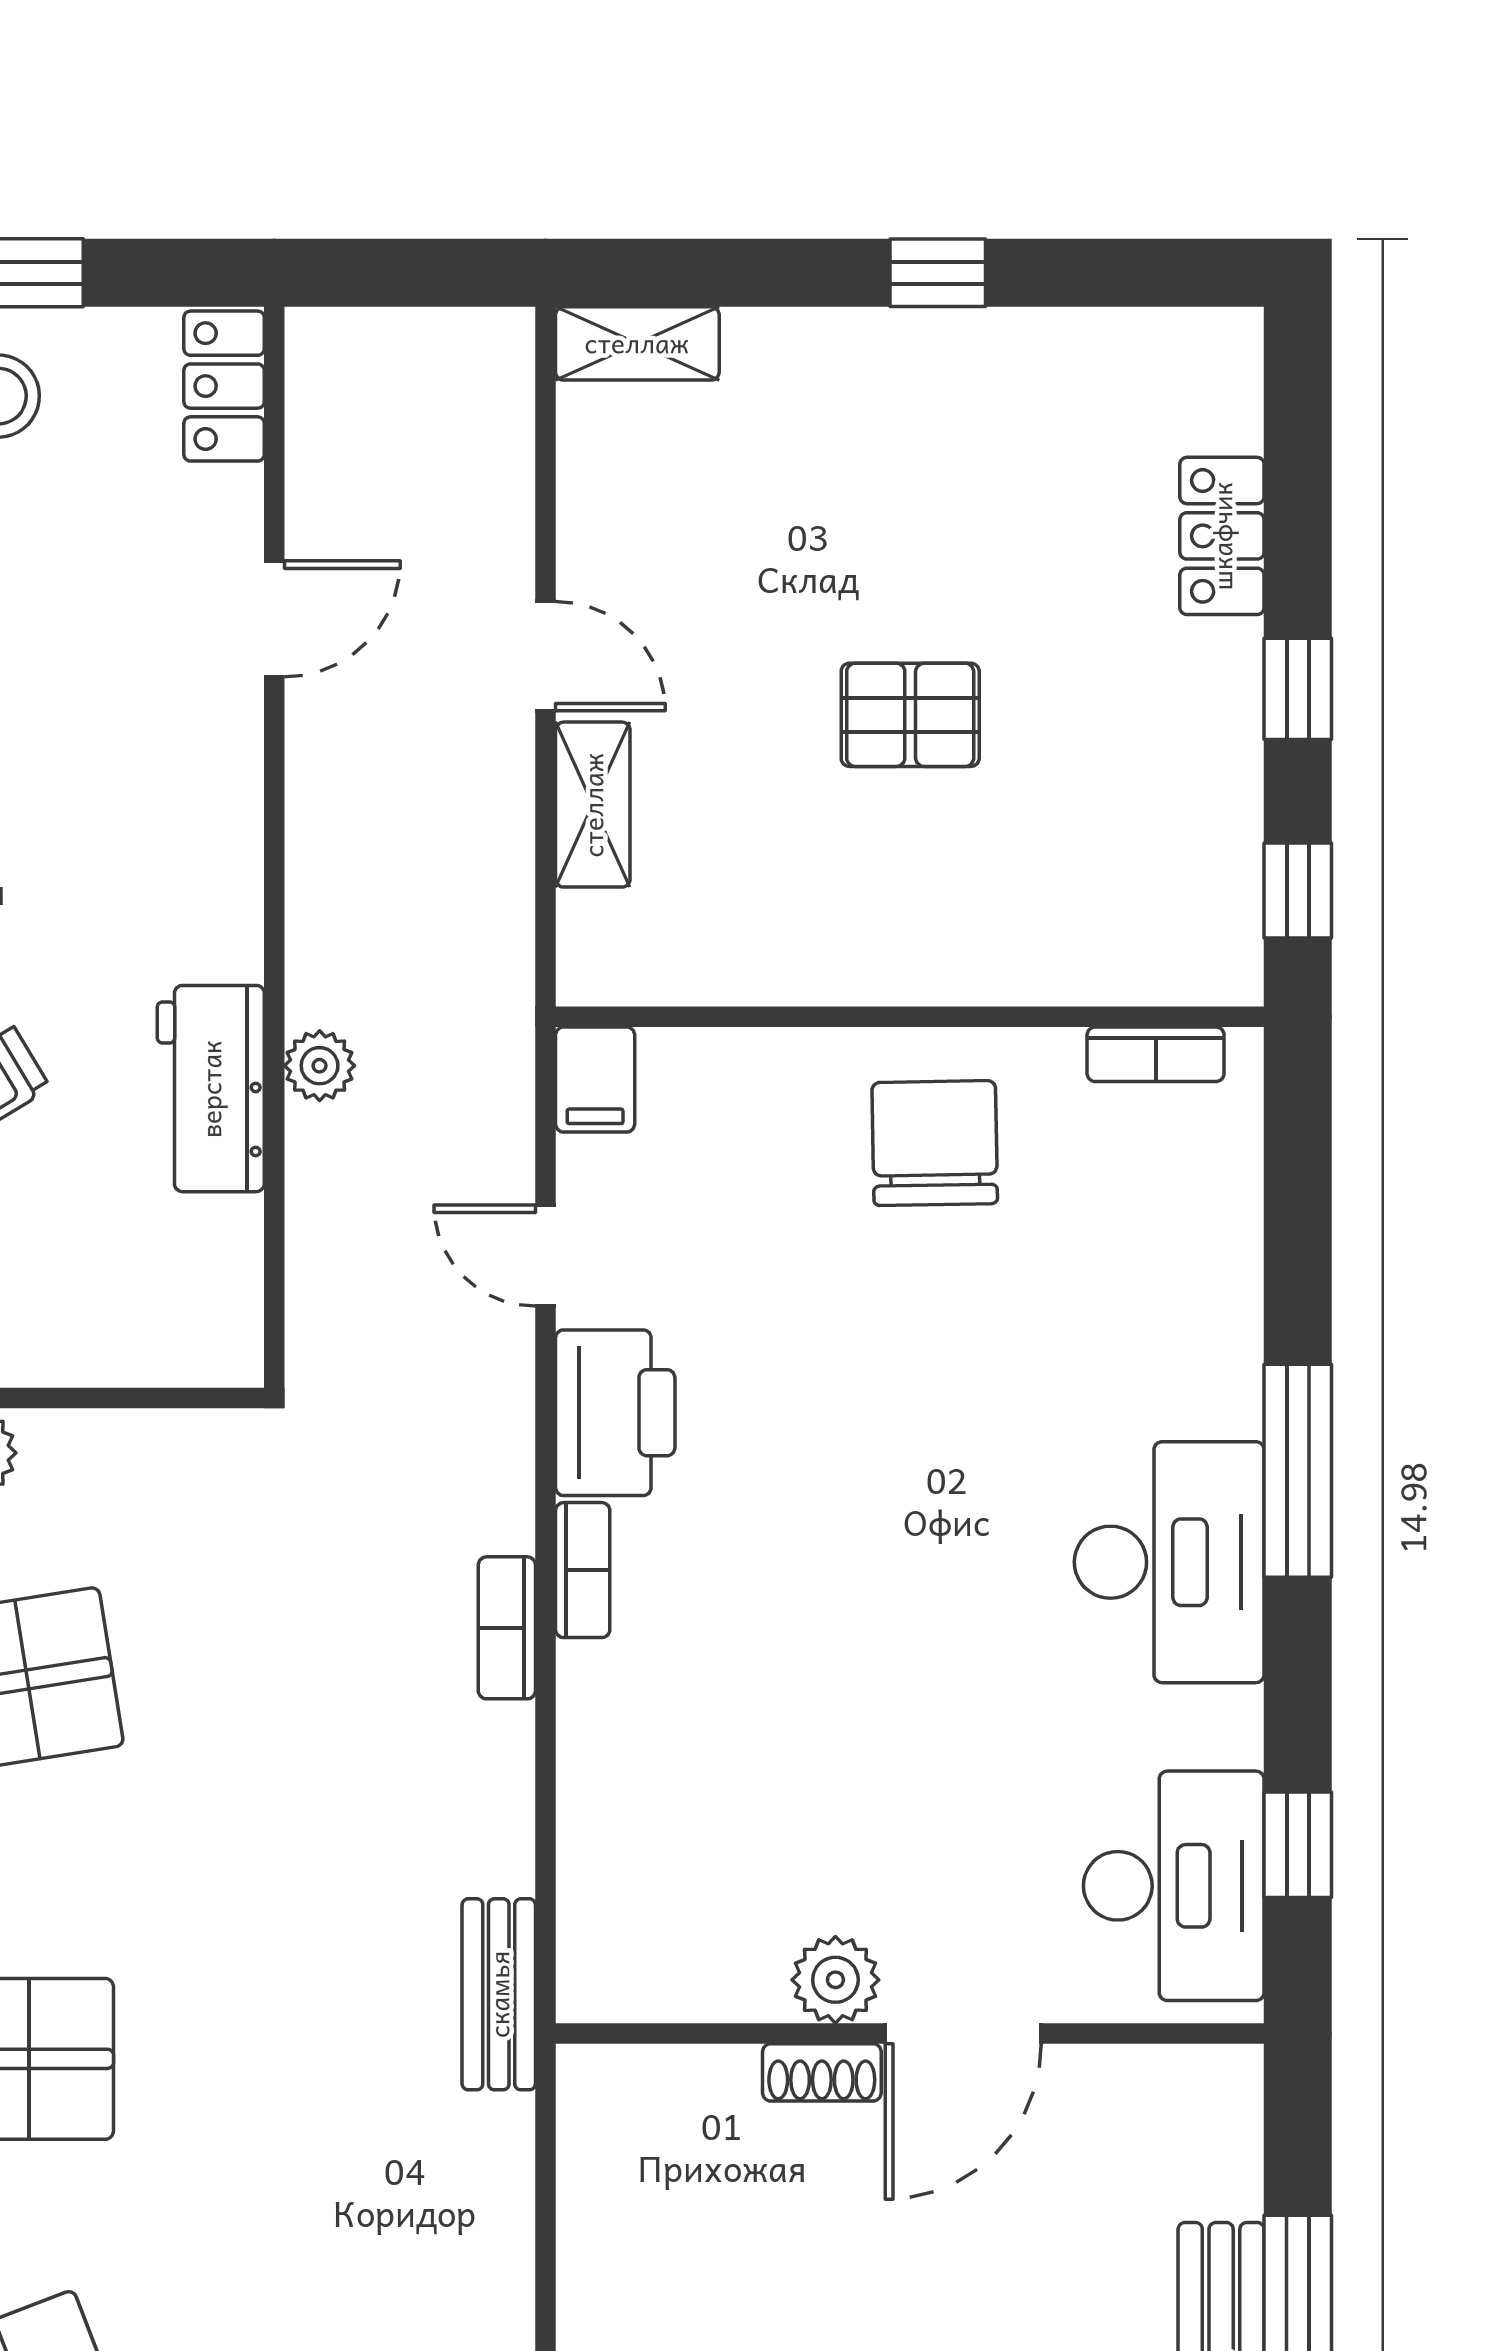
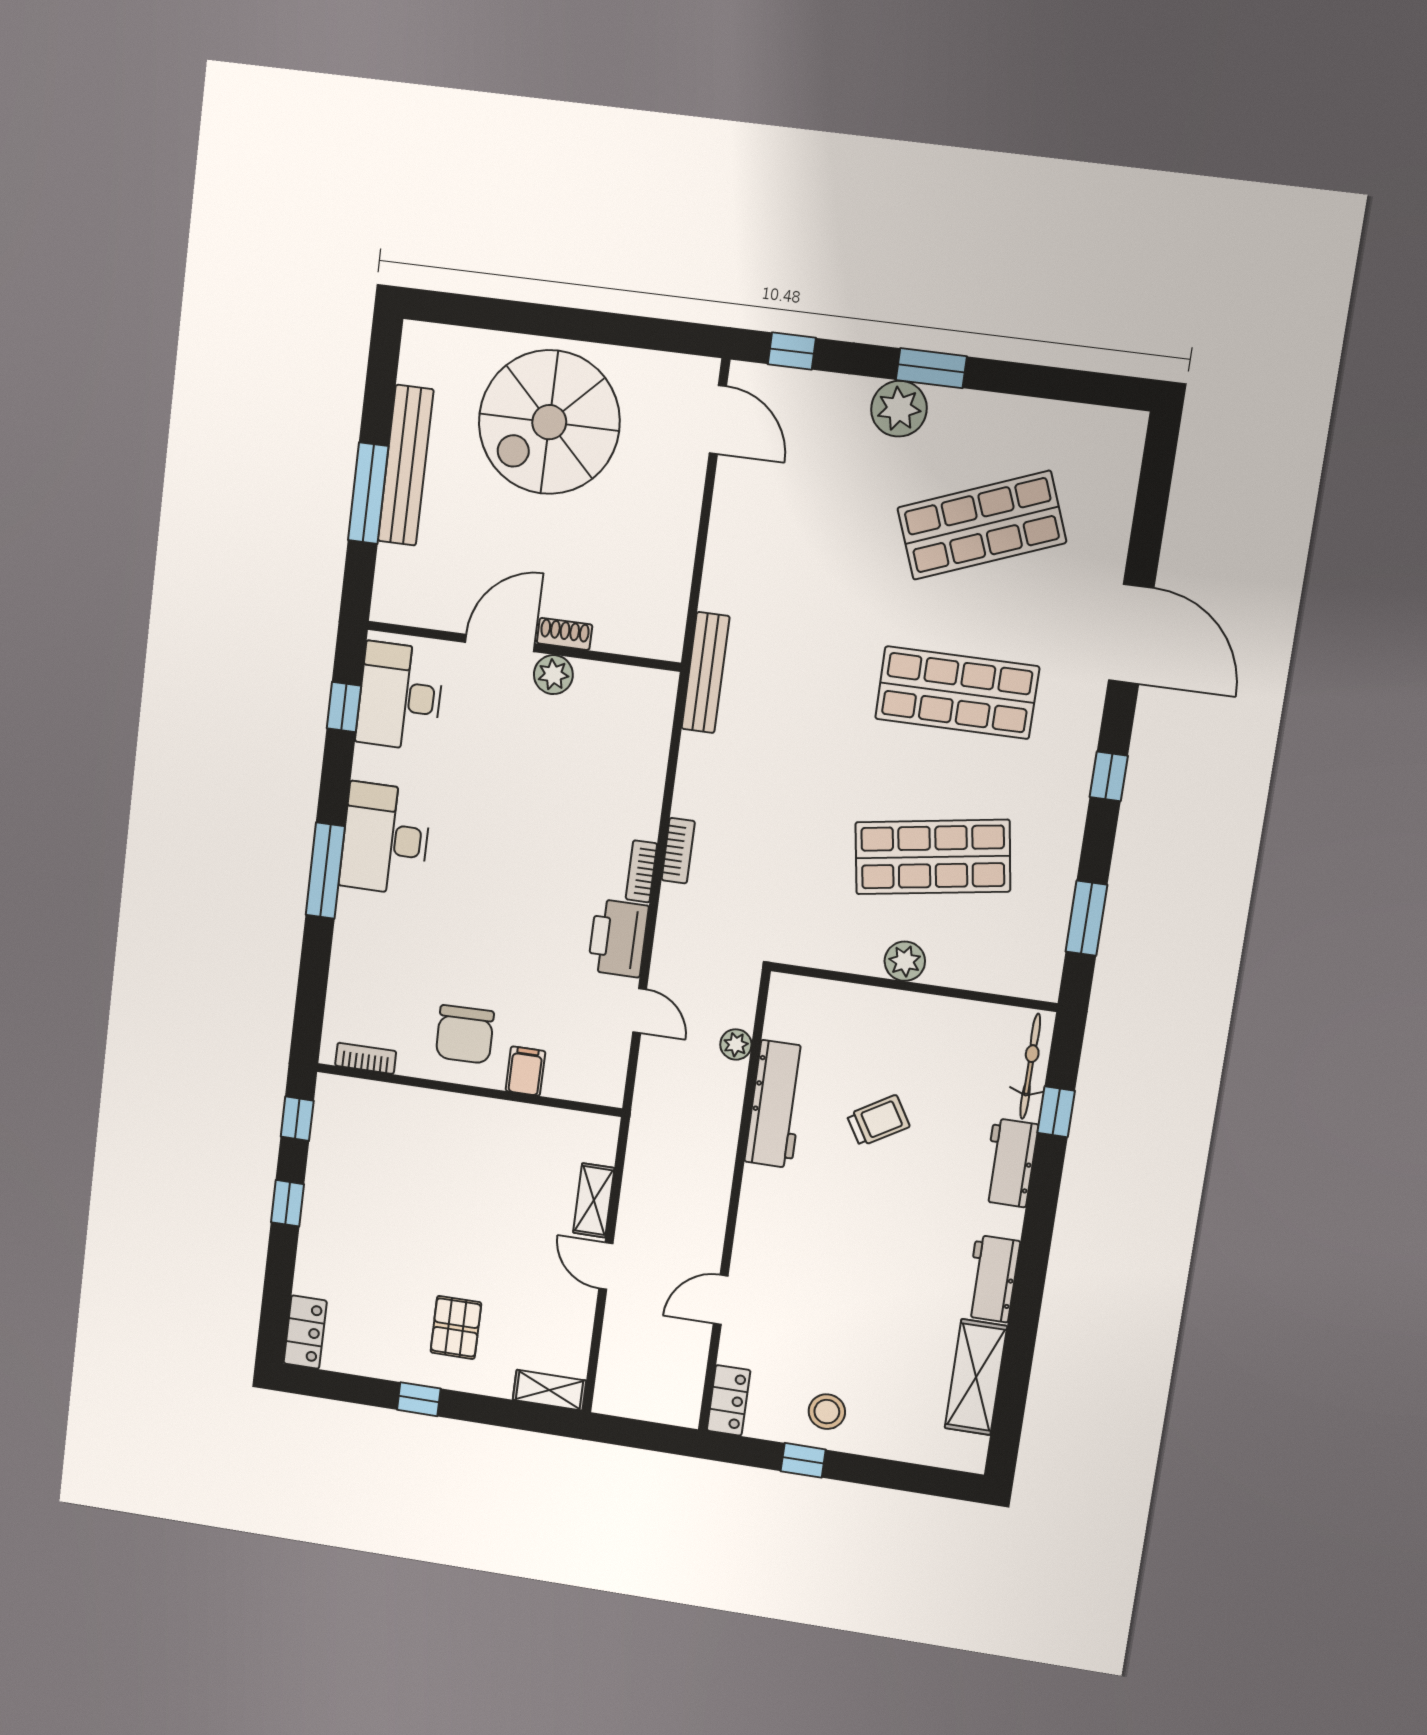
locker: (1222, 536) -> (305, 1332), moved
pallet: (910, 715) -> (456, 1327), moved, turned 90
plant: (320, 1066) -> (736, 1044), moved
filing cabinet: (595, 1080) -> (525, 1071), moved
workbench: (211, 1089) -> (776, 1104), width x1.38
bench: (499, 1994) -> (706, 673), width x1.36

